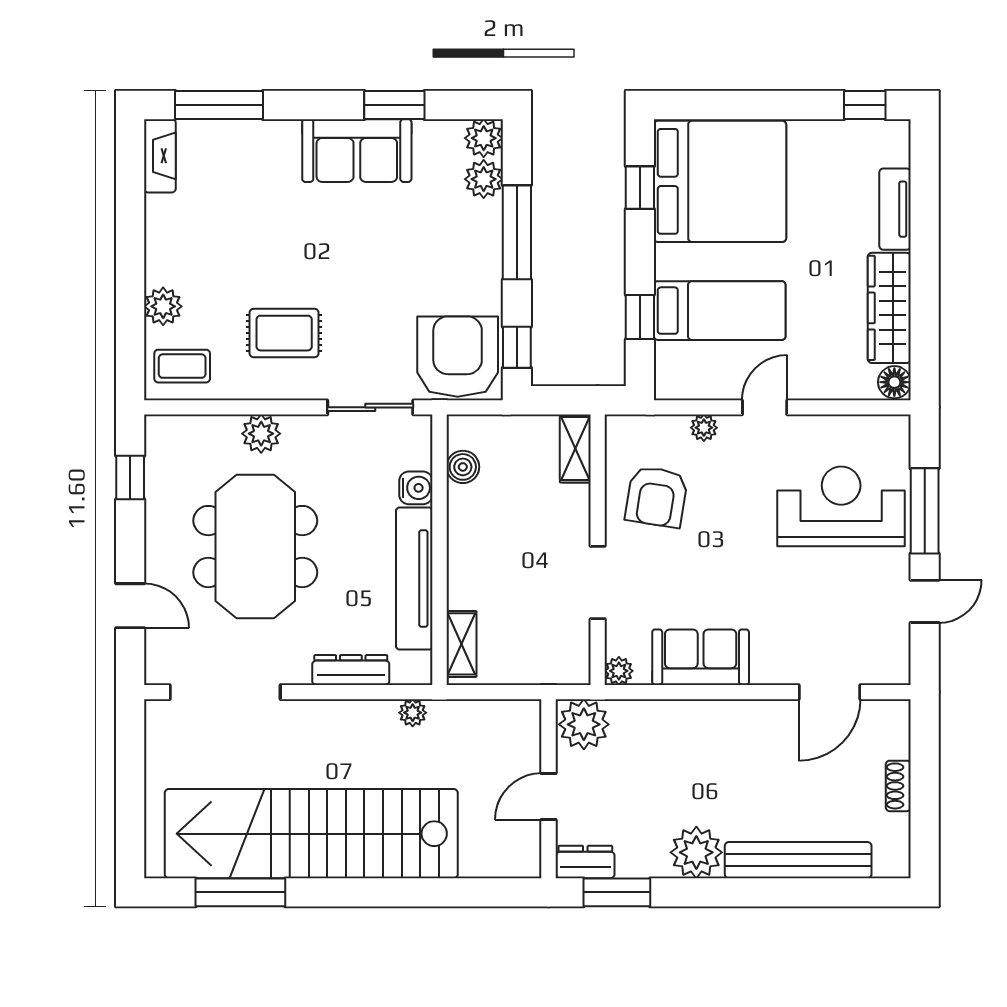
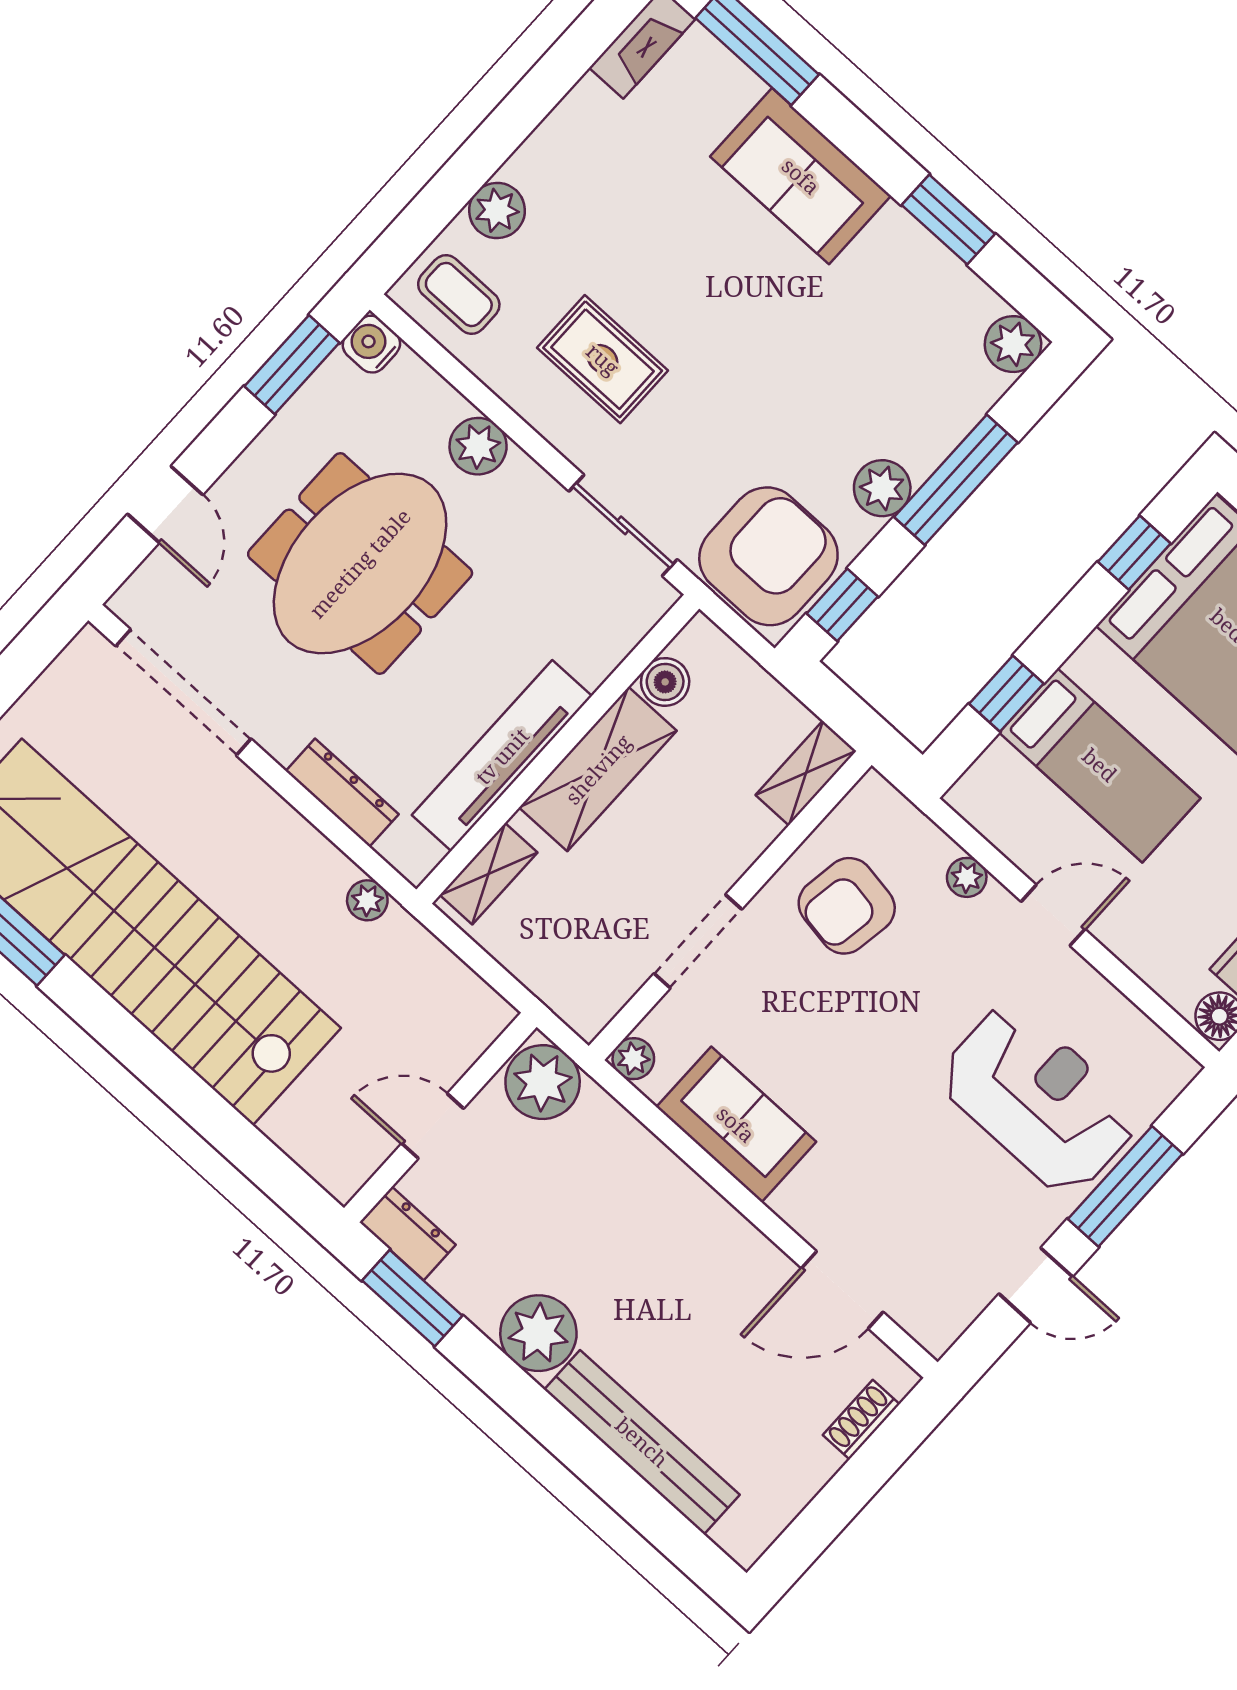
sofa: (357, 151) -> (801, 176), moved
plant: (484, 179) -> (882, 488), moved
window: (130, 478) -> (292, 365), width x1.50
water cooler: (416, 488) -> (371, 344), moved, turned 180
shelving: (469, 541) -> (598, 769), added
shoe rack: (898, 786) -> (861, 1420), moved

